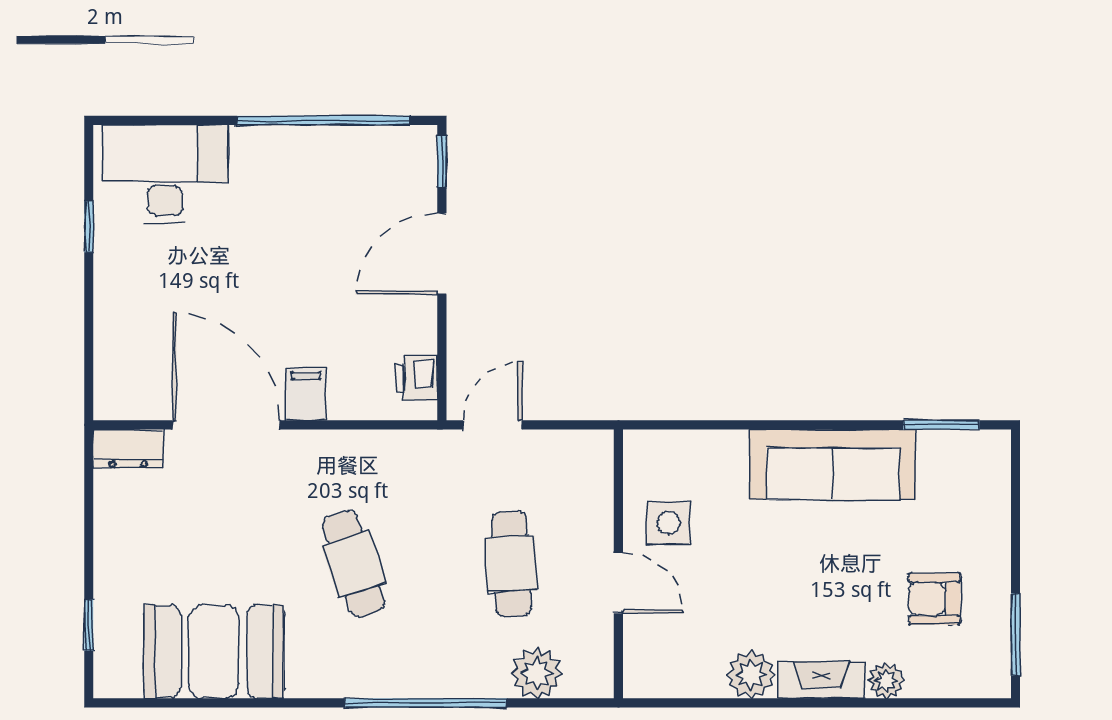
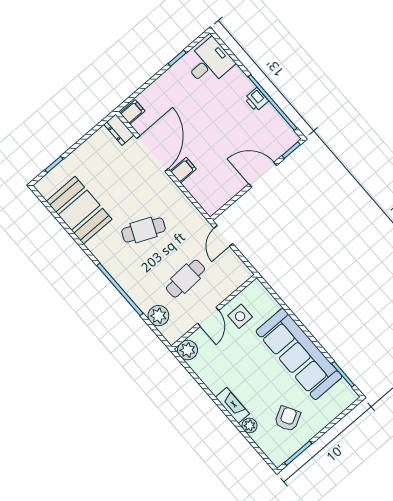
desk: (165, 174) -> (209, 63), width x0.73
printer: (417, 378) -> (256, 100), moved, turned -90
filing cabinet: (117, 396) -> (132, 112), added
door: (493, 425) -> (223, 236), swing flipped
sofa: (833, 464) -> (299, 354), width x1.36, depth x1.27
cafe table: (354, 564) -> (143, 230), turned 42
armchair: (935, 599) -> (288, 419), turned 61
plant: (751, 674) -> (188, 350), moved

